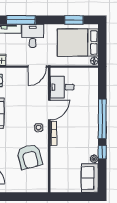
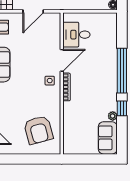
door: (37, 67) -> (33, 11), moved
armchair: (30, 157) -> (38, 130), moved

